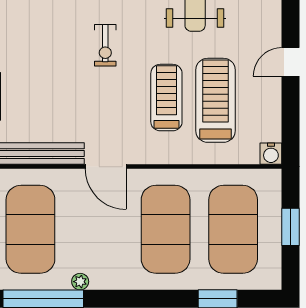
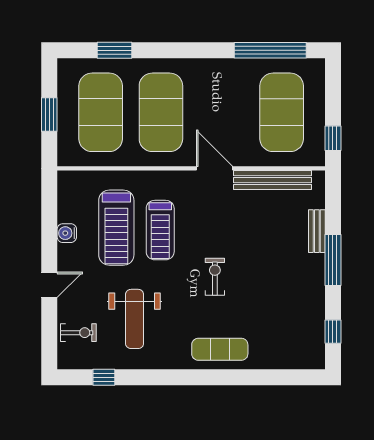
door: (290, 62) -> (49, 285), moved
water cooler: (271, 154) -> (67, 233), moved, turned -90
plant: (80, 282) -> (237, 66), removed

